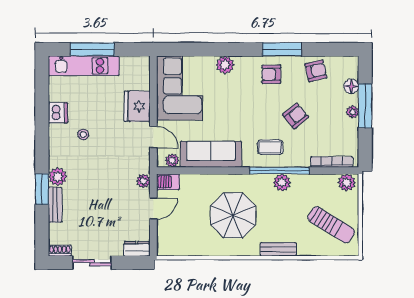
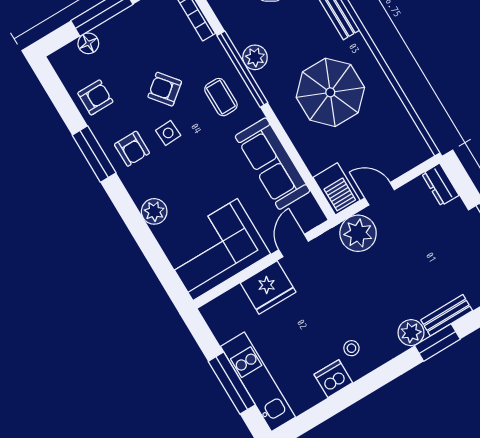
armchair: (316, 71) -> (95, 97), turned 103
side table: (268, 102) -> (168, 133), added
plant: (352, 112) -> (119, 23), removed
stool: (83, 134) -> (351, 348), moved
plant: (172, 160) -> (308, 206), removed
plant: (143, 181) -> (358, 233), width x1.87, depth x1.87
barbecue: (168, 182) -> (336, 189), width x1.38, depth x1.27

